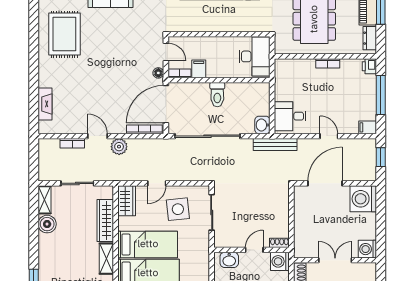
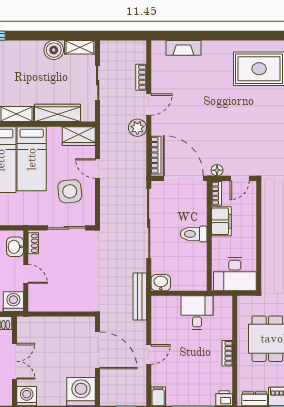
filing cabinet: (199, 69) -> (221, 221), width x2.00
desk: (290, 116) -> (197, 313), moved
shoe rack: (279, 243) -> (33, 243), moved

